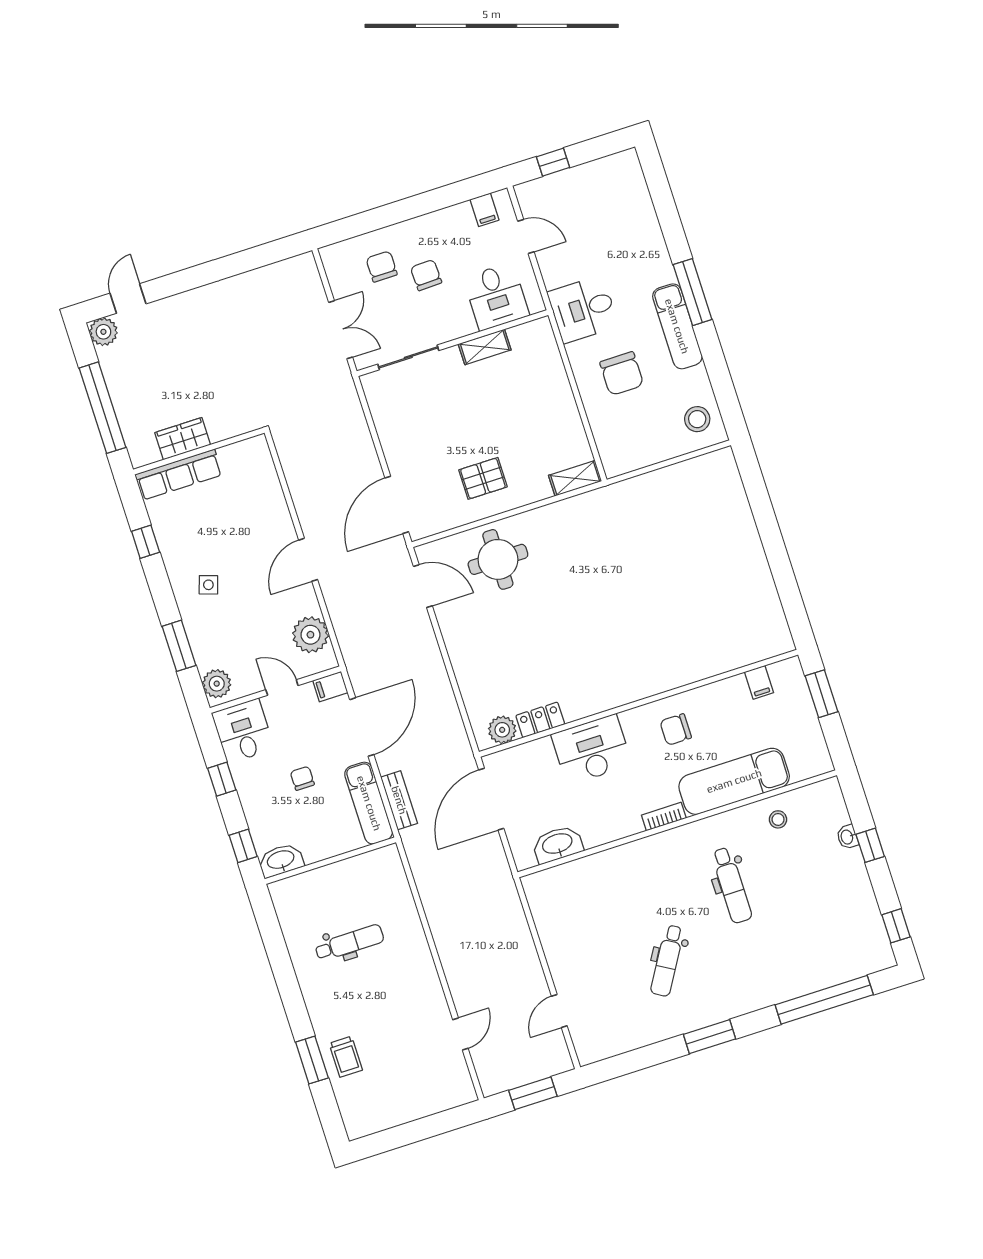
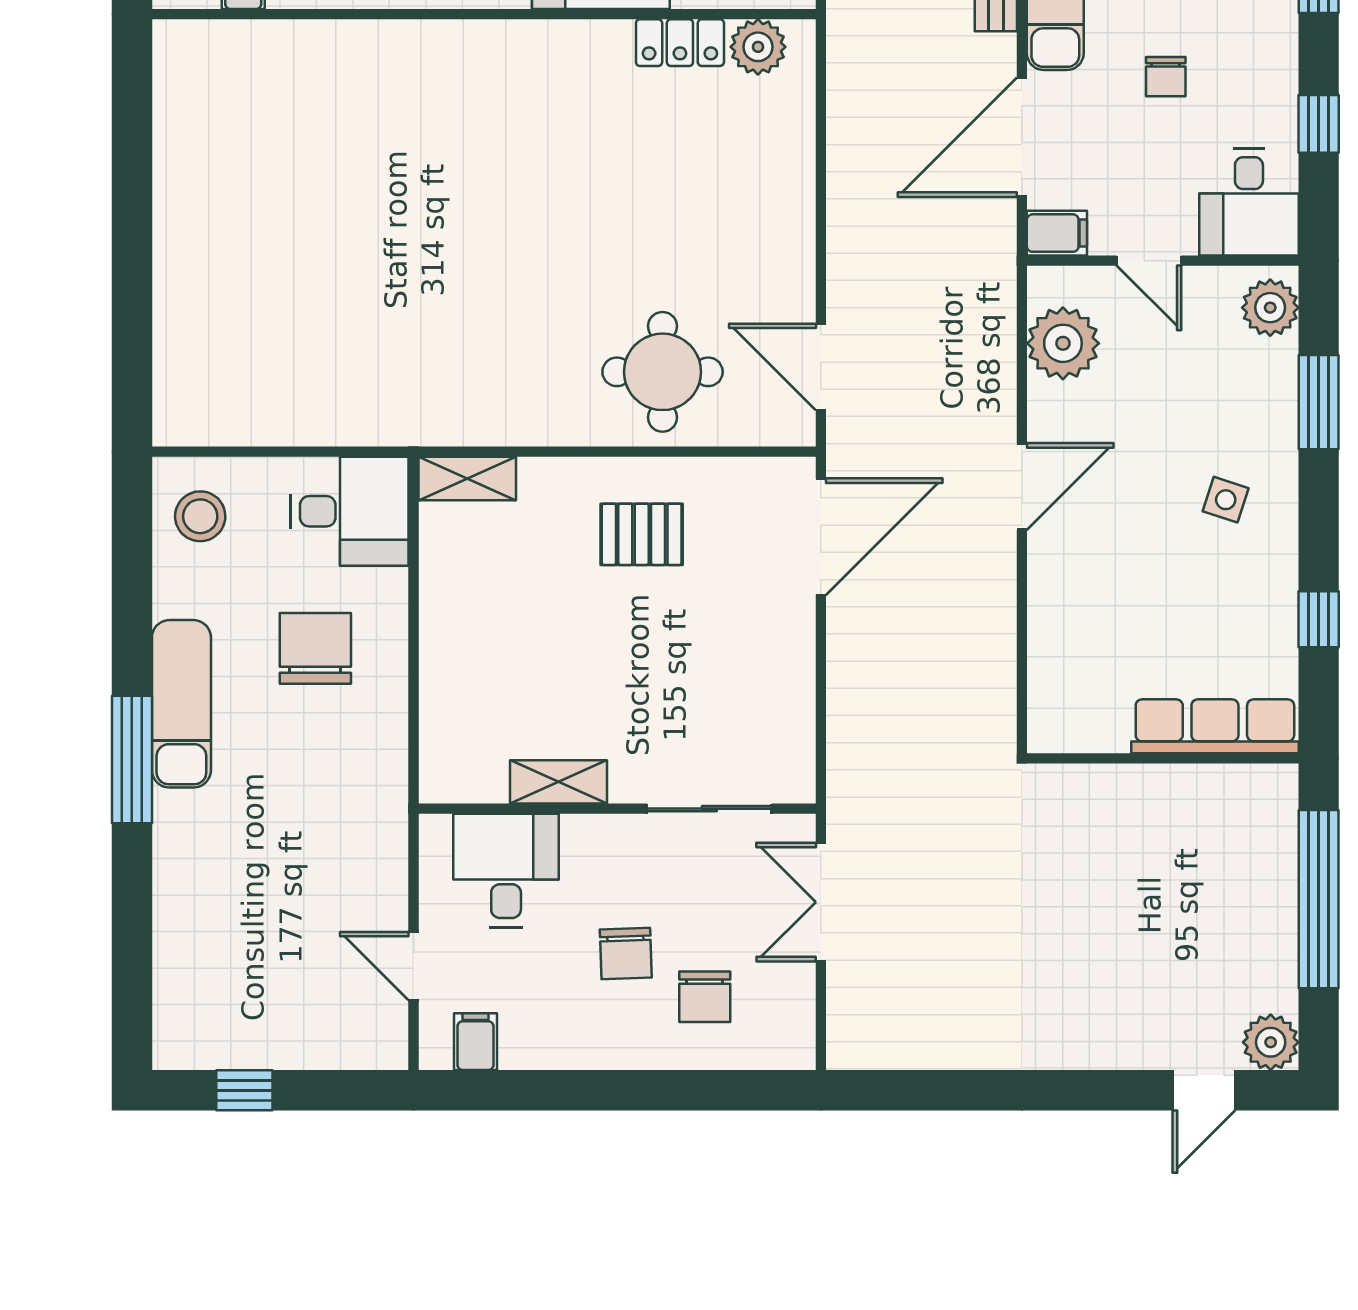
window: (553, 162) -> (244, 1090), moved
desk: (583, 309) -> (350, 511), moved
wardrobe: (183, 439) -> (1186, 792), removed

